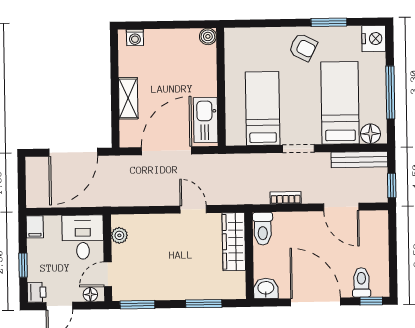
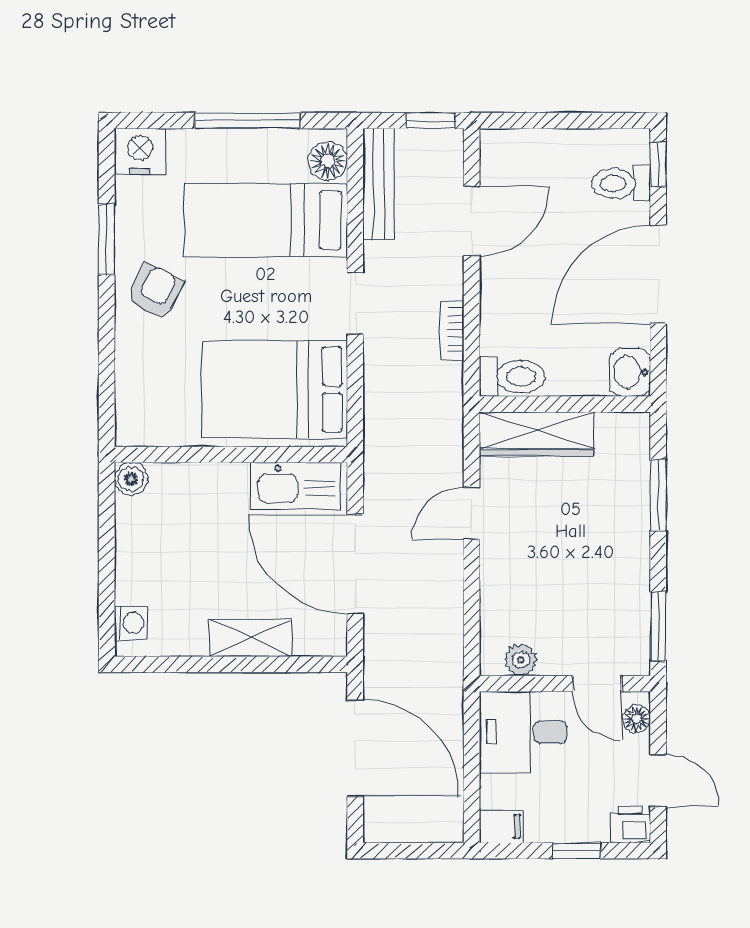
bed: (263, 108) -> (275, 389), width x1.50

